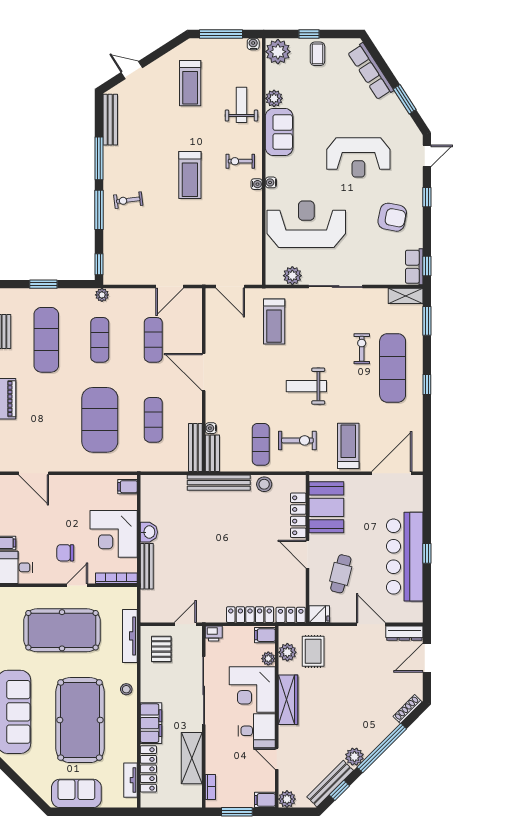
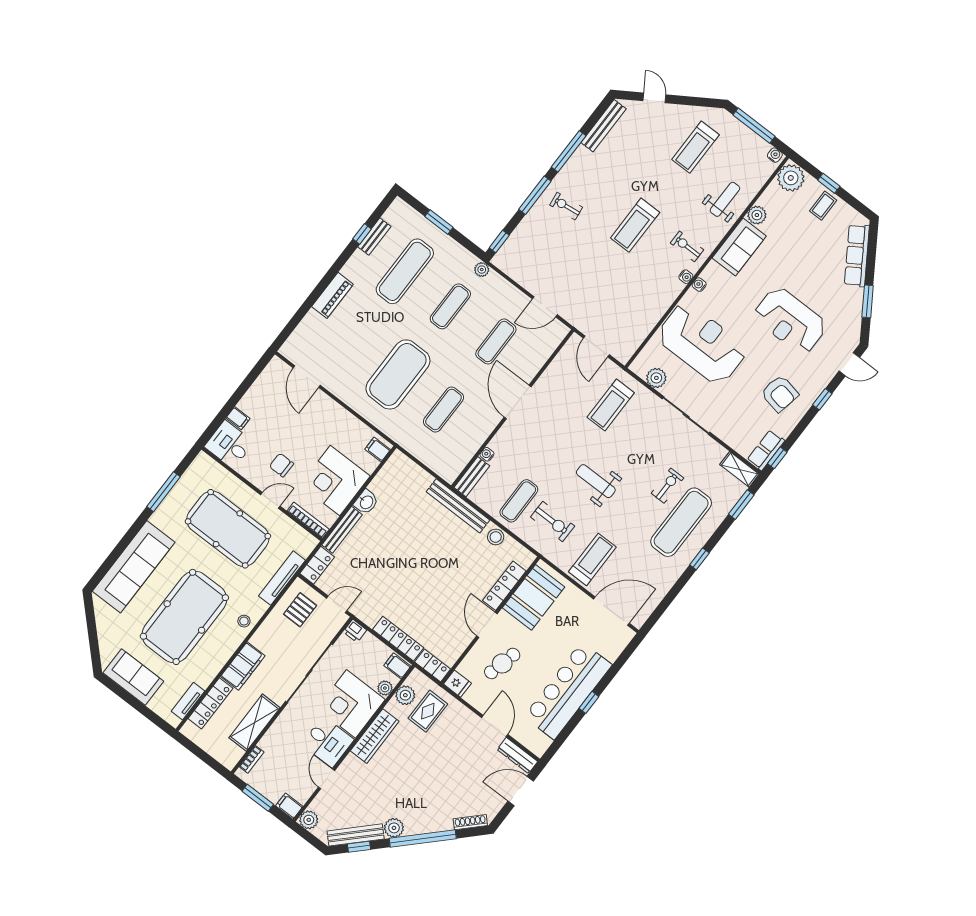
bench: (195, 448) -> (461, 461), removed
locker: (149, 606) -> (317, 565), added

